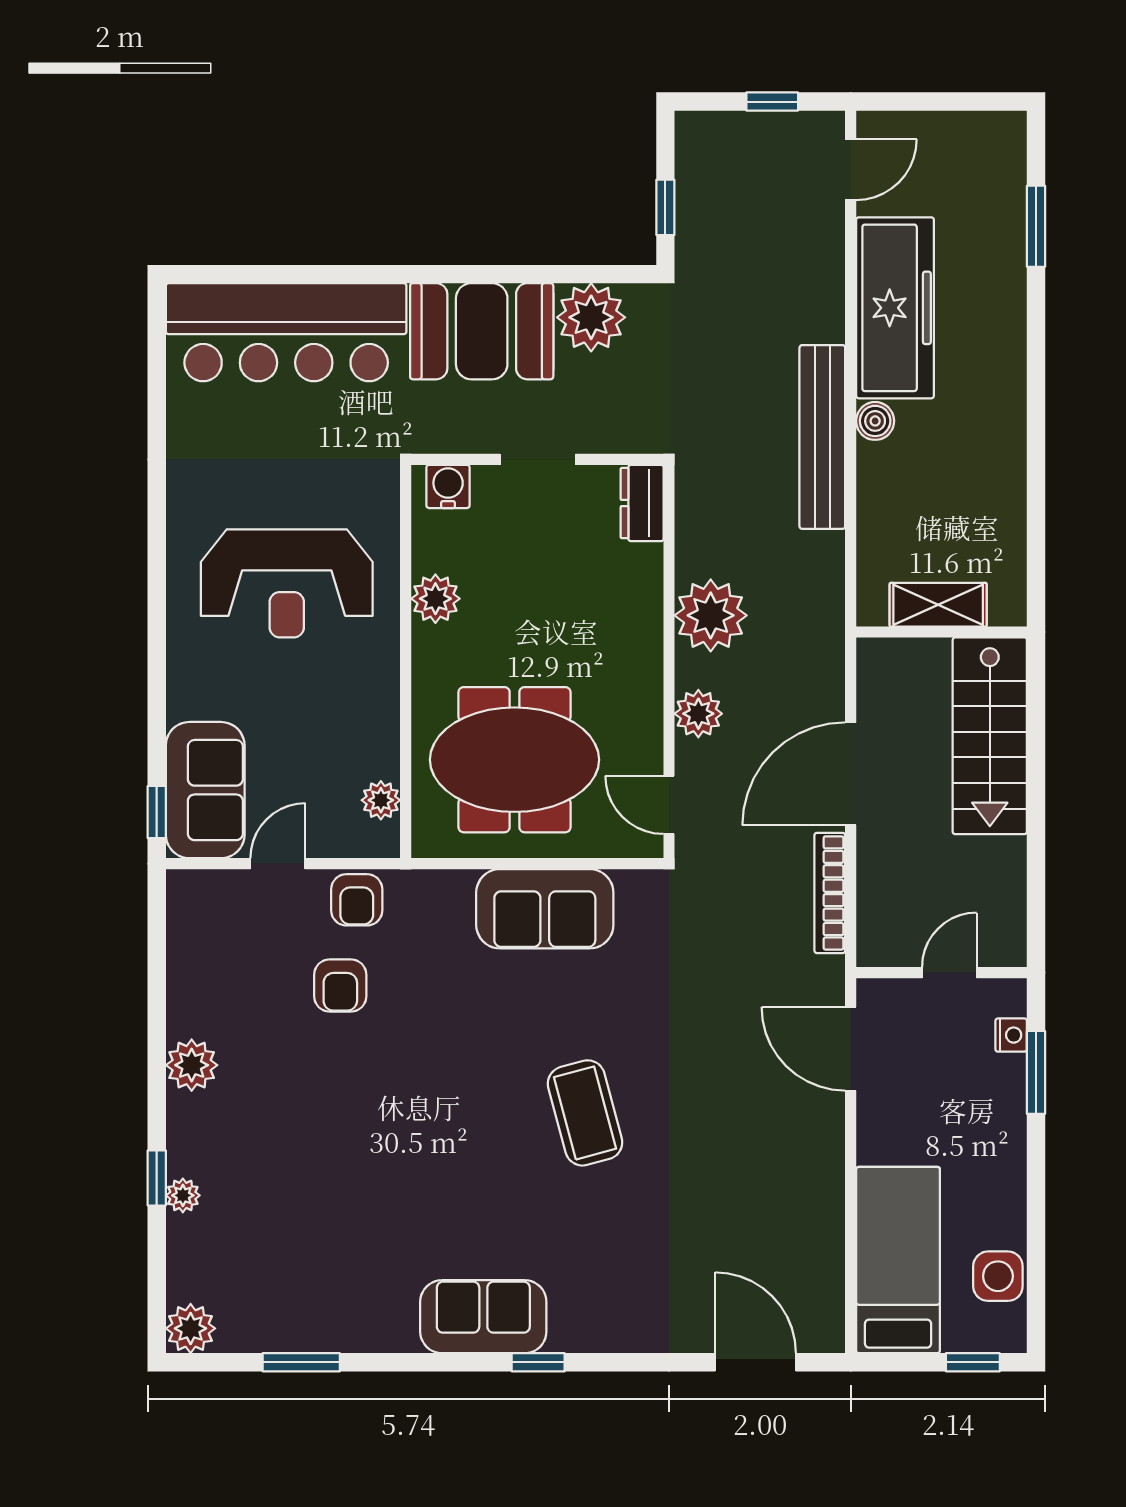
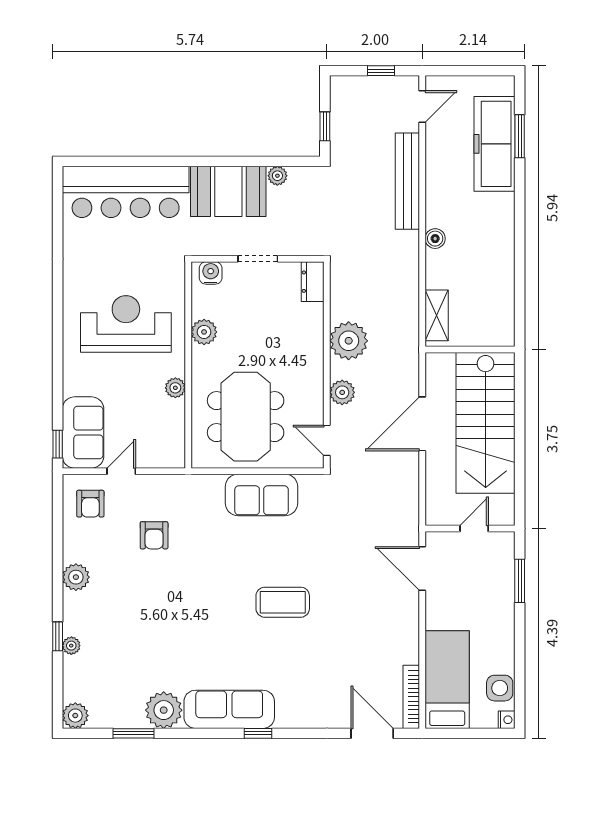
freezer: (895, 308) -> (494, 144), moved, turned 180
plant: (591, 317) -> (277, 176), width x0.53, depth x0.53
bench: (822, 437) -> (407, 181), moved
reception desk: (287, 583) -> (126, 324), turned 180
shelving: (938, 605) -> (437, 315), moved, turned 90
stairs: (990, 736) -> (486, 423), width x1.36, depth x1.51
meeting table: (514, 760) -> (246, 417), turned 90
plant: (381, 800) -> (175, 388), moved
bookcase: (830, 893) -> (411, 697), moved
armchair: (357, 900) -> (90, 504), moved
nightstand: (1011, 1035) -> (507, 720), moved
coffee table: (585, 1113) -> (283, 602), turned -75
sofa: (483, 1317) -> (229, 709), width x1.36
plant: (359, 1318) -> (164, 710), added
window: (973, 1362) -> (486, 733), removed

